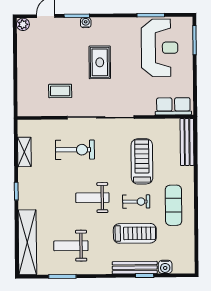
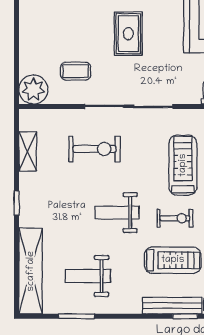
plant: (28, 105) -> (33, 90), added

